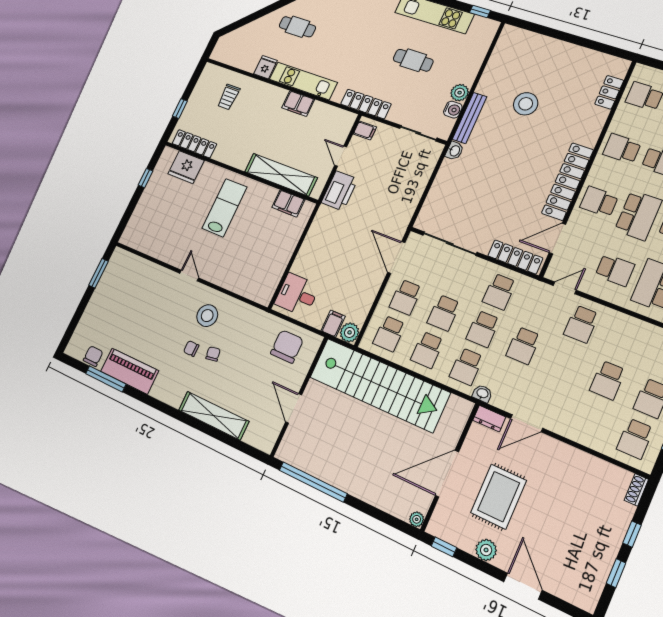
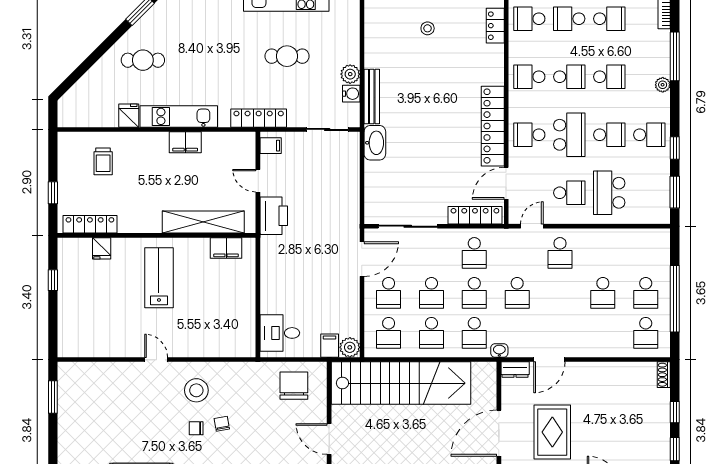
stool: (526, 104) -> (428, 28), moved, width x0.53, depth x0.53
washbasin: (454, 151) -> (375, 143), width x1.91, depth x1.45
fridge: (186, 167) -> (102, 248), width x0.53, depth x0.75
door: (396, 257) -> (362, 259), swing flipped

